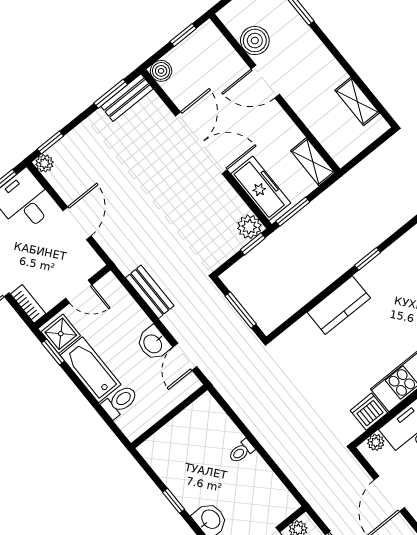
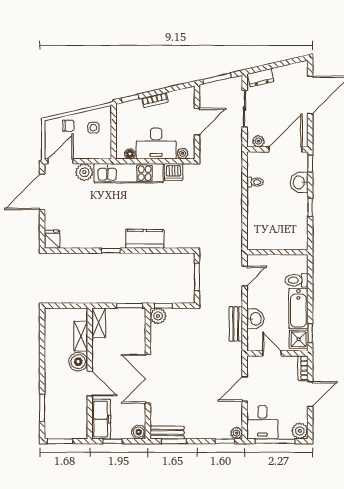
boiler: (255, 41) -> (78, 362), moved
shelving: (357, 101) -> (81, 336), moved
freezer: (261, 188) -> (101, 419), moved, turned 180
washbasin: (153, 343) -> (255, 319), moved
toilet: (241, 451) -> (255, 182), moved

